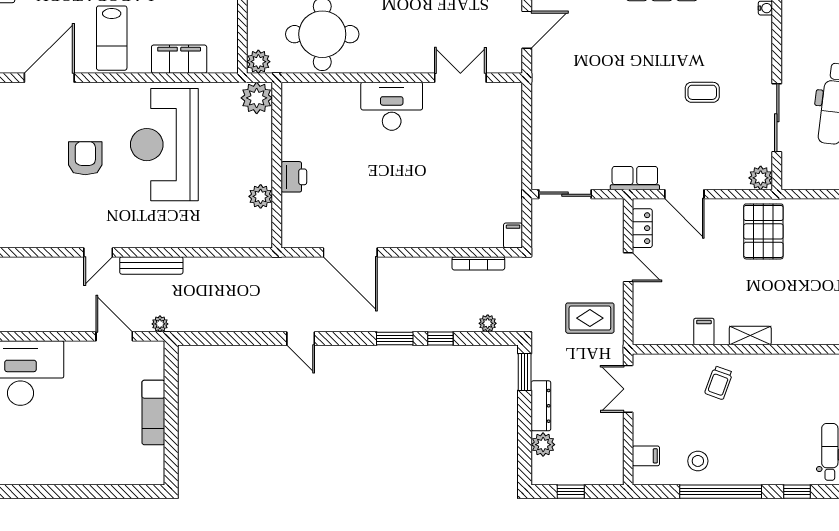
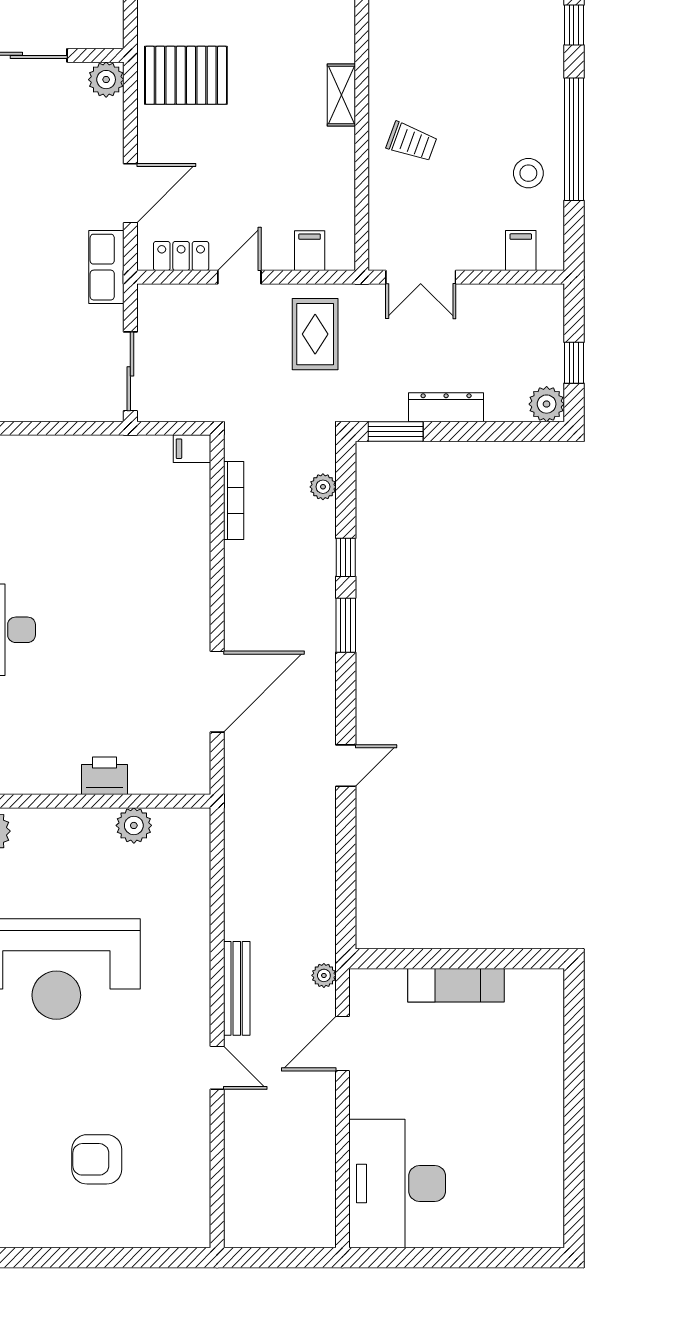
armchair: (85, 158) -> (97, 1159), moved
filing cabinet: (704, 332) -> (310, 251), moved, turned 90
plant: (543, 445) -> (547, 404), moved

